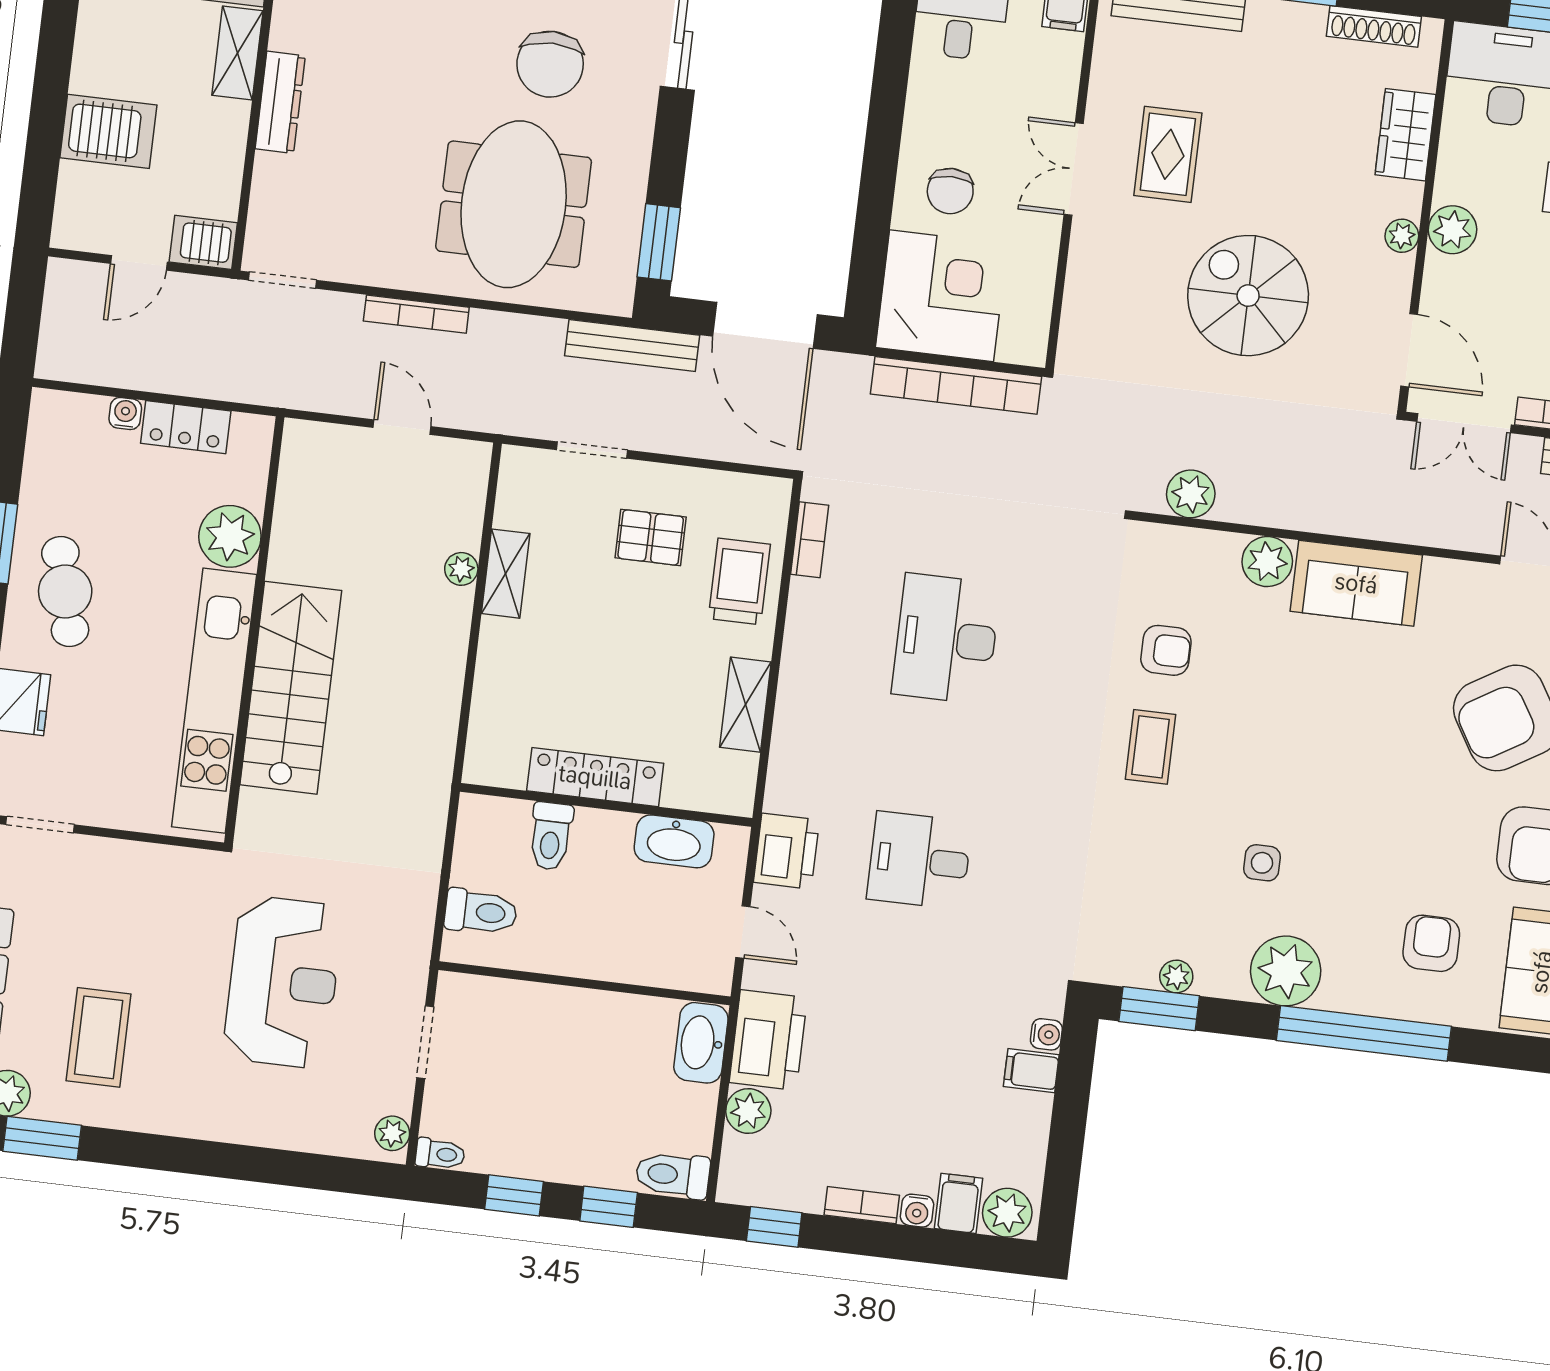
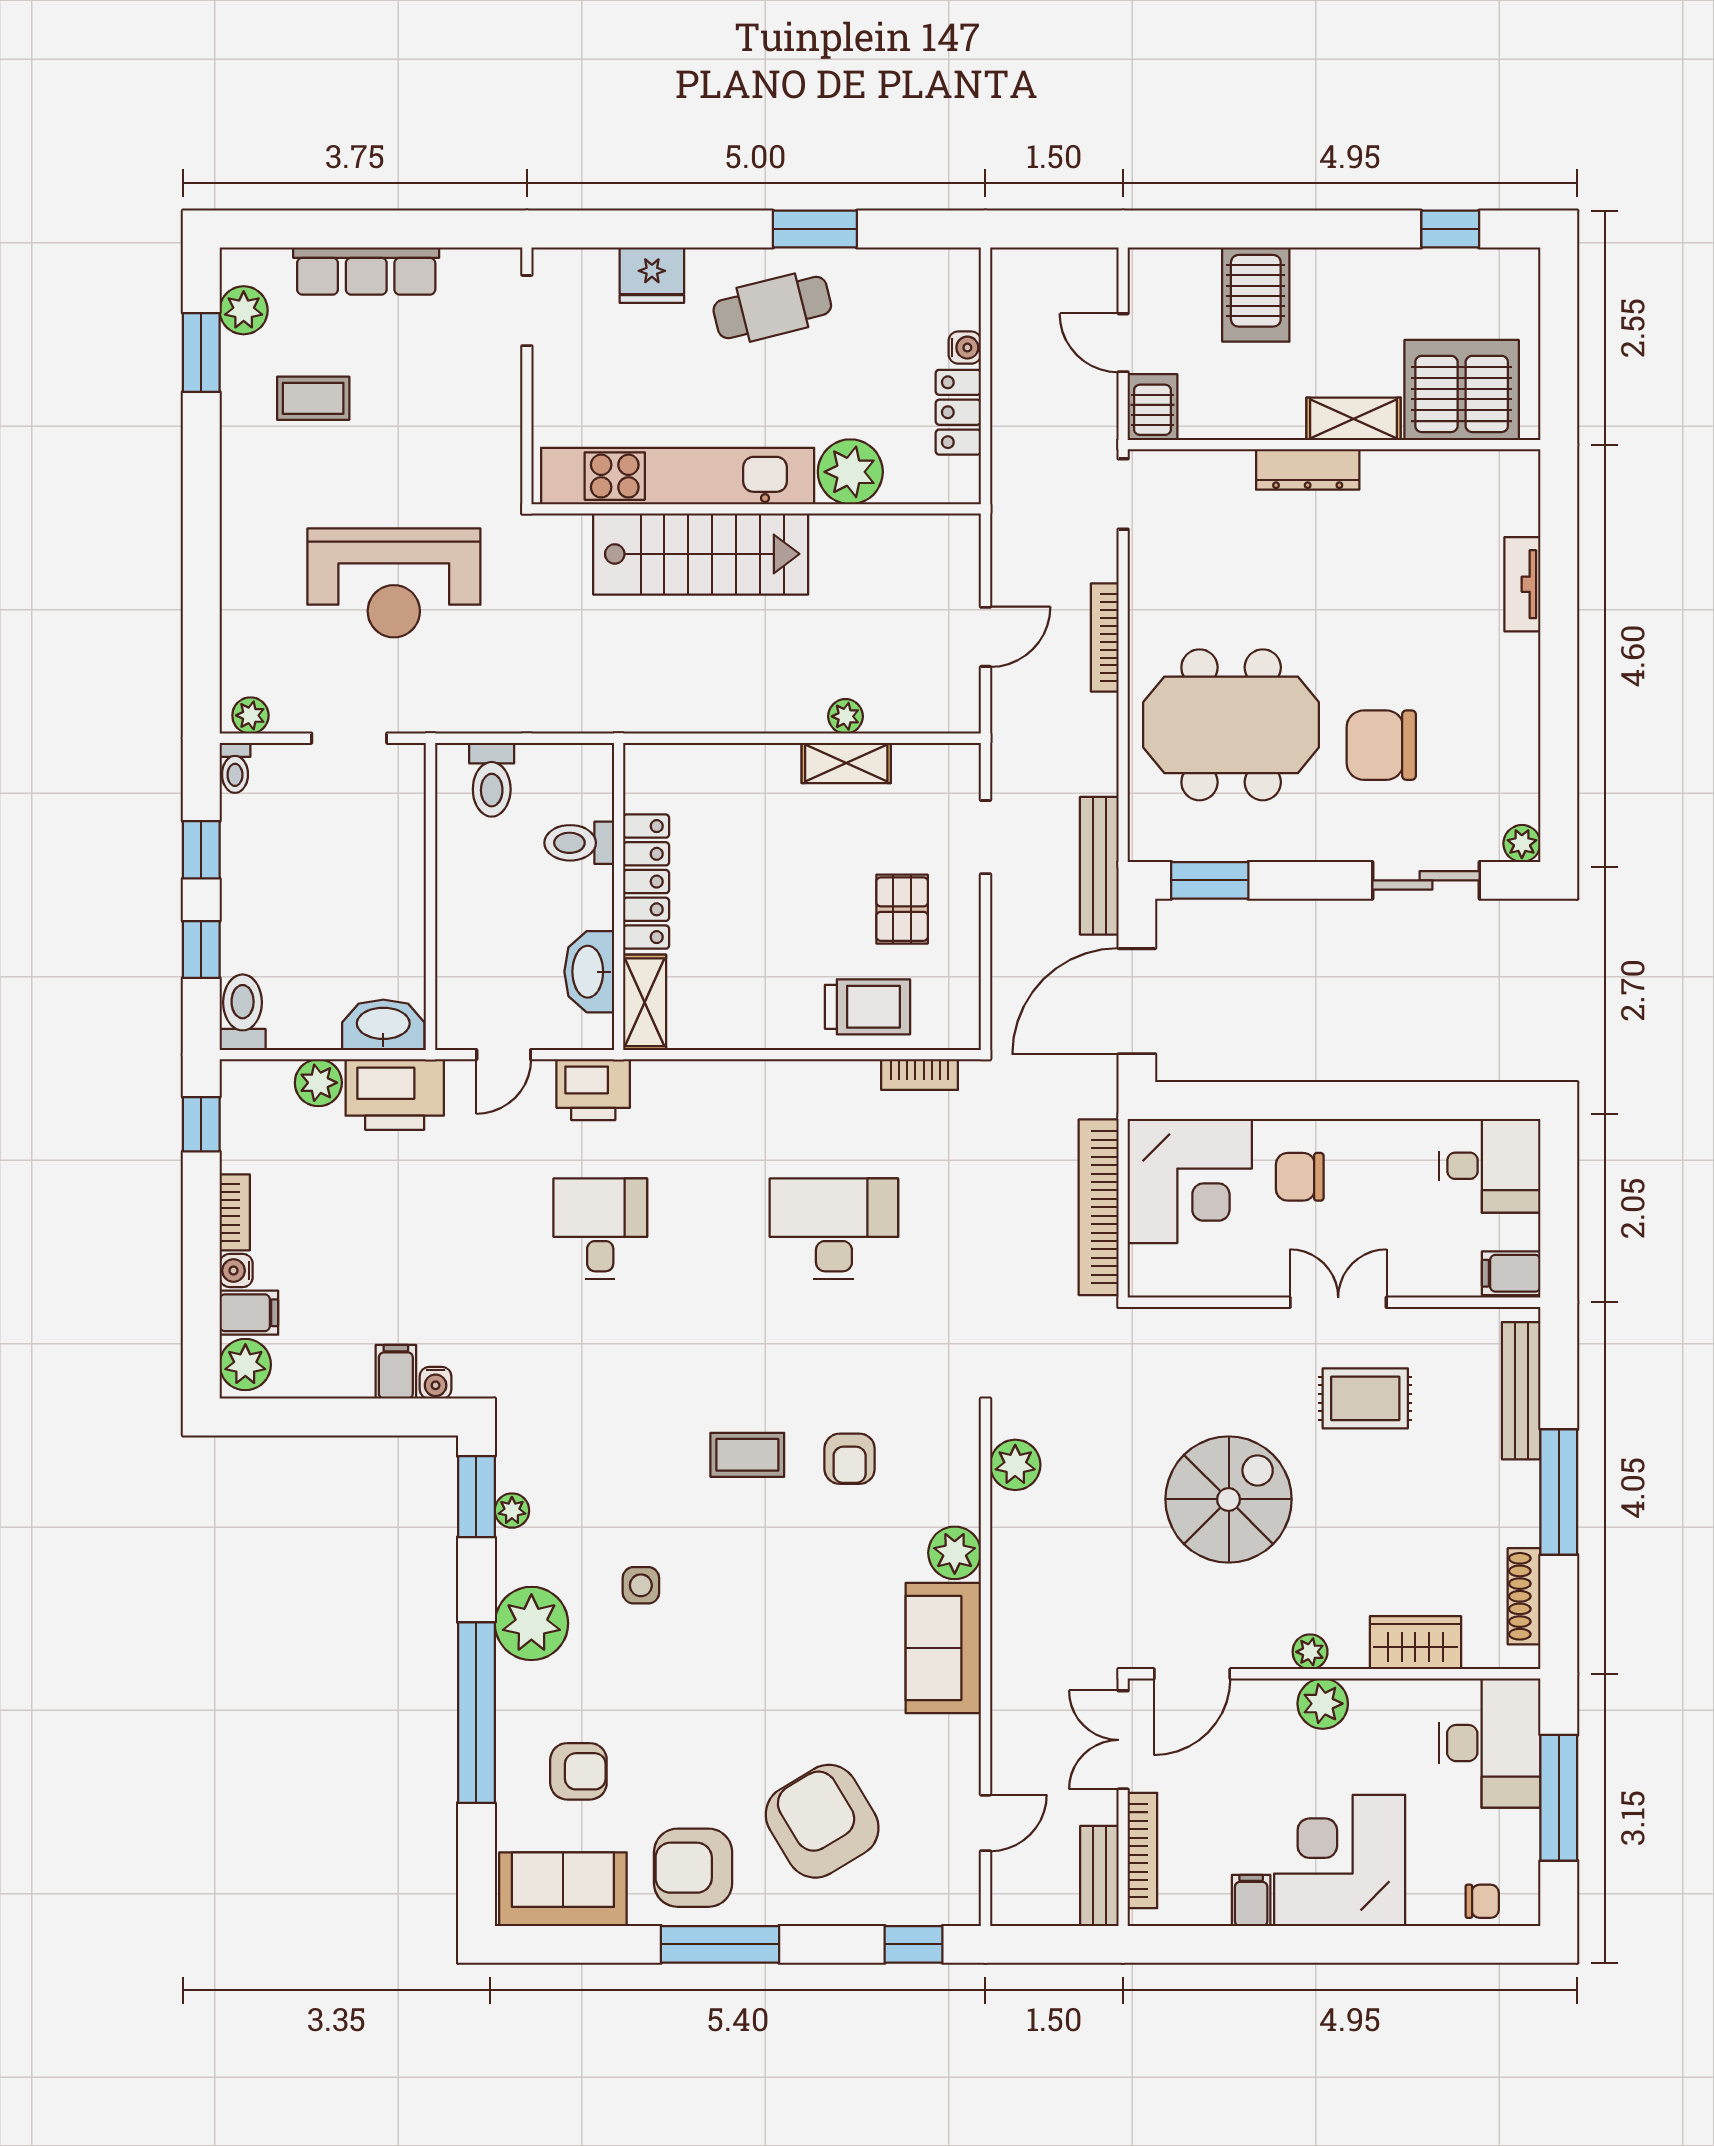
shelving: (745, 705) -> (645, 1002), moved, turned 90
coffee table: (99, 1037) -> (313, 398), width x0.73, depth x0.77

